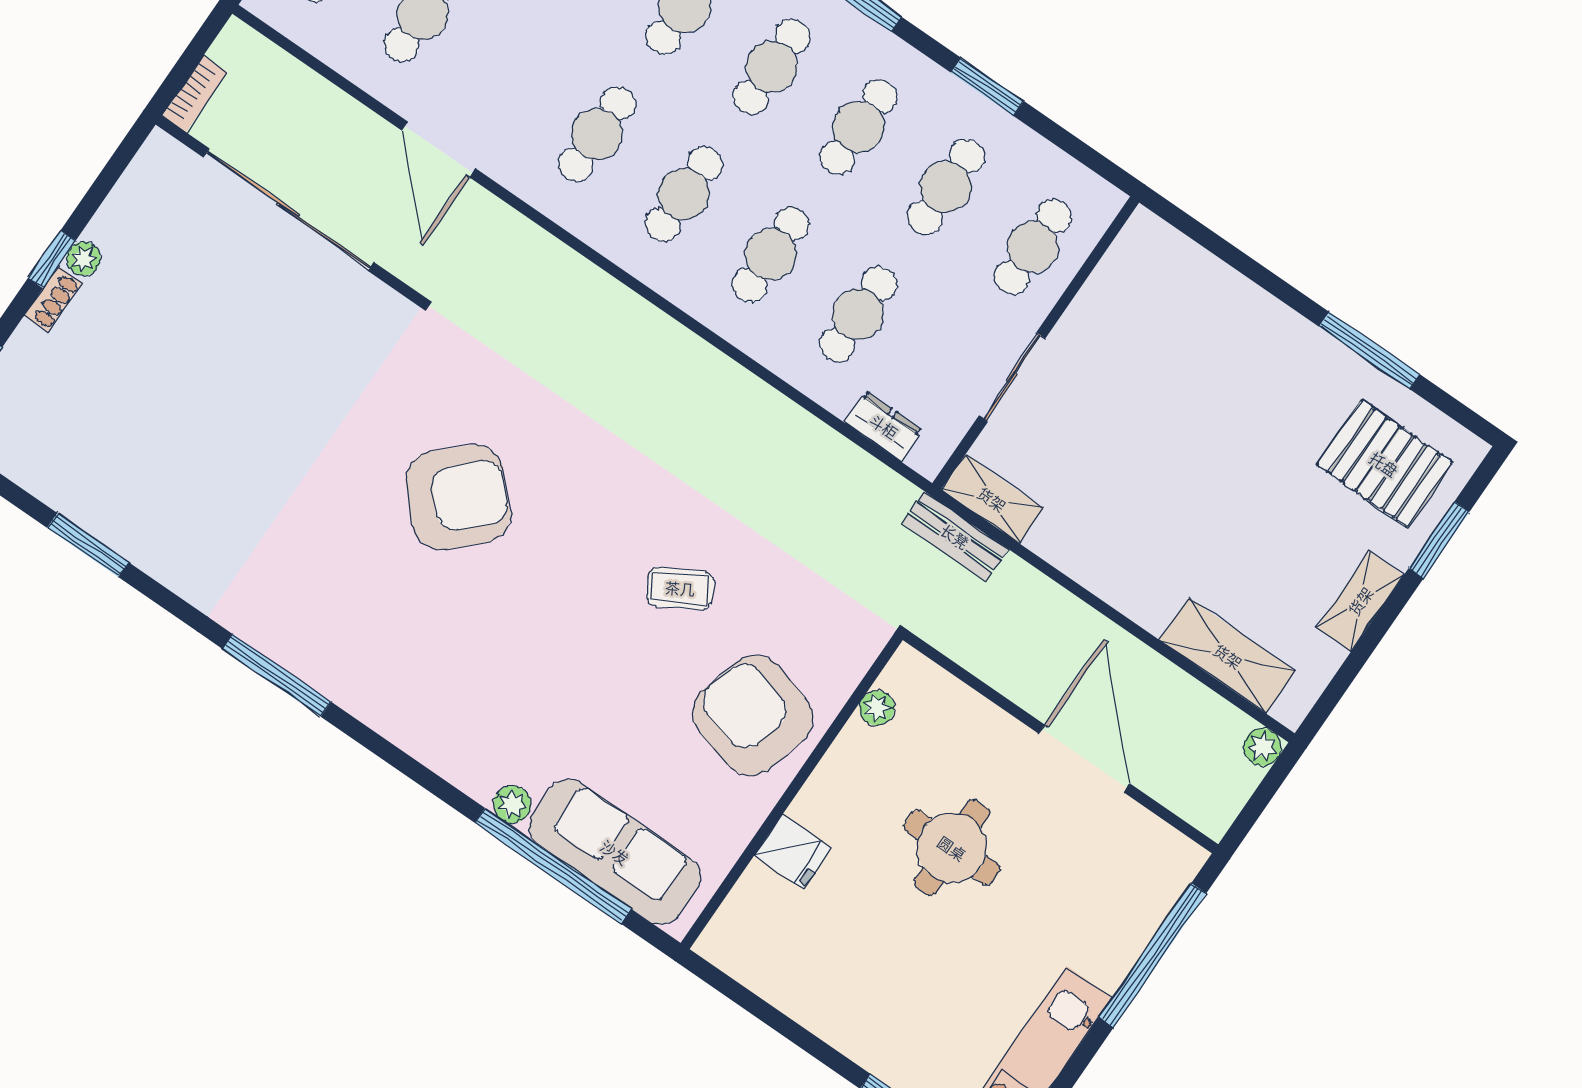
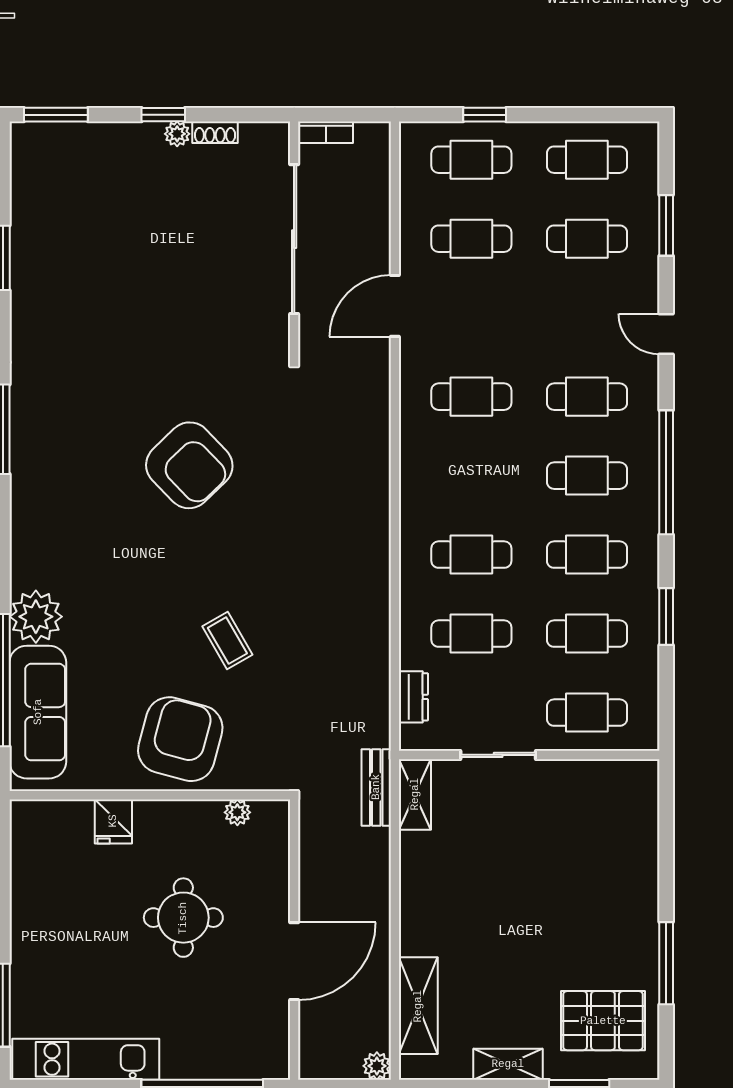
cafe table: (684, 194) -> (471, 476), removed
shoe rack: (53, 299) -> (215, 132), moved
pallet: (1384, 464) -> (603, 1021), turned 90
plant: (512, 804) -> (36, 617), width x1.87, depth x1.87

